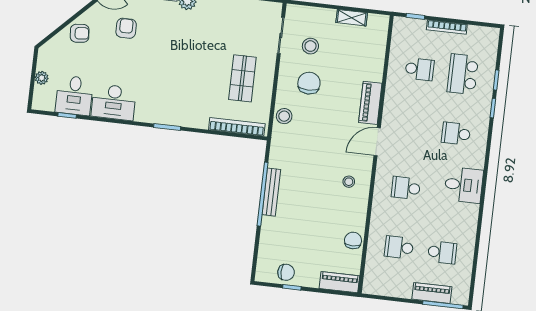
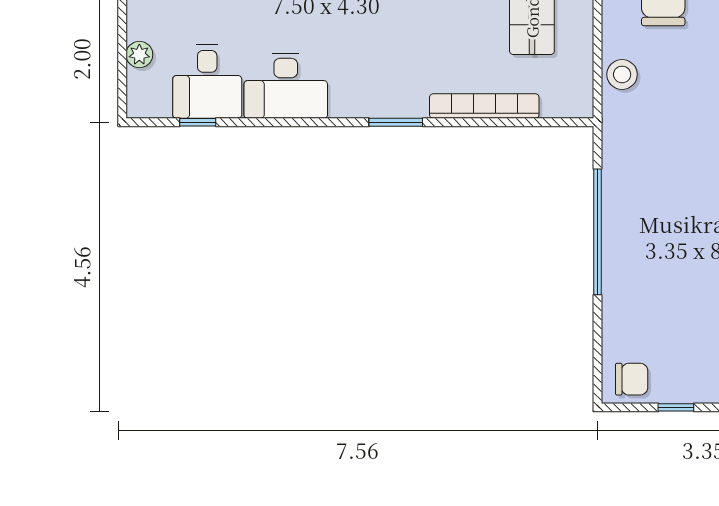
bookcase: (237, 127) -> (484, 106), moved
bench: (271, 192) -> (614, 226), removed
chair: (286, 272) -> (632, 379), moved

